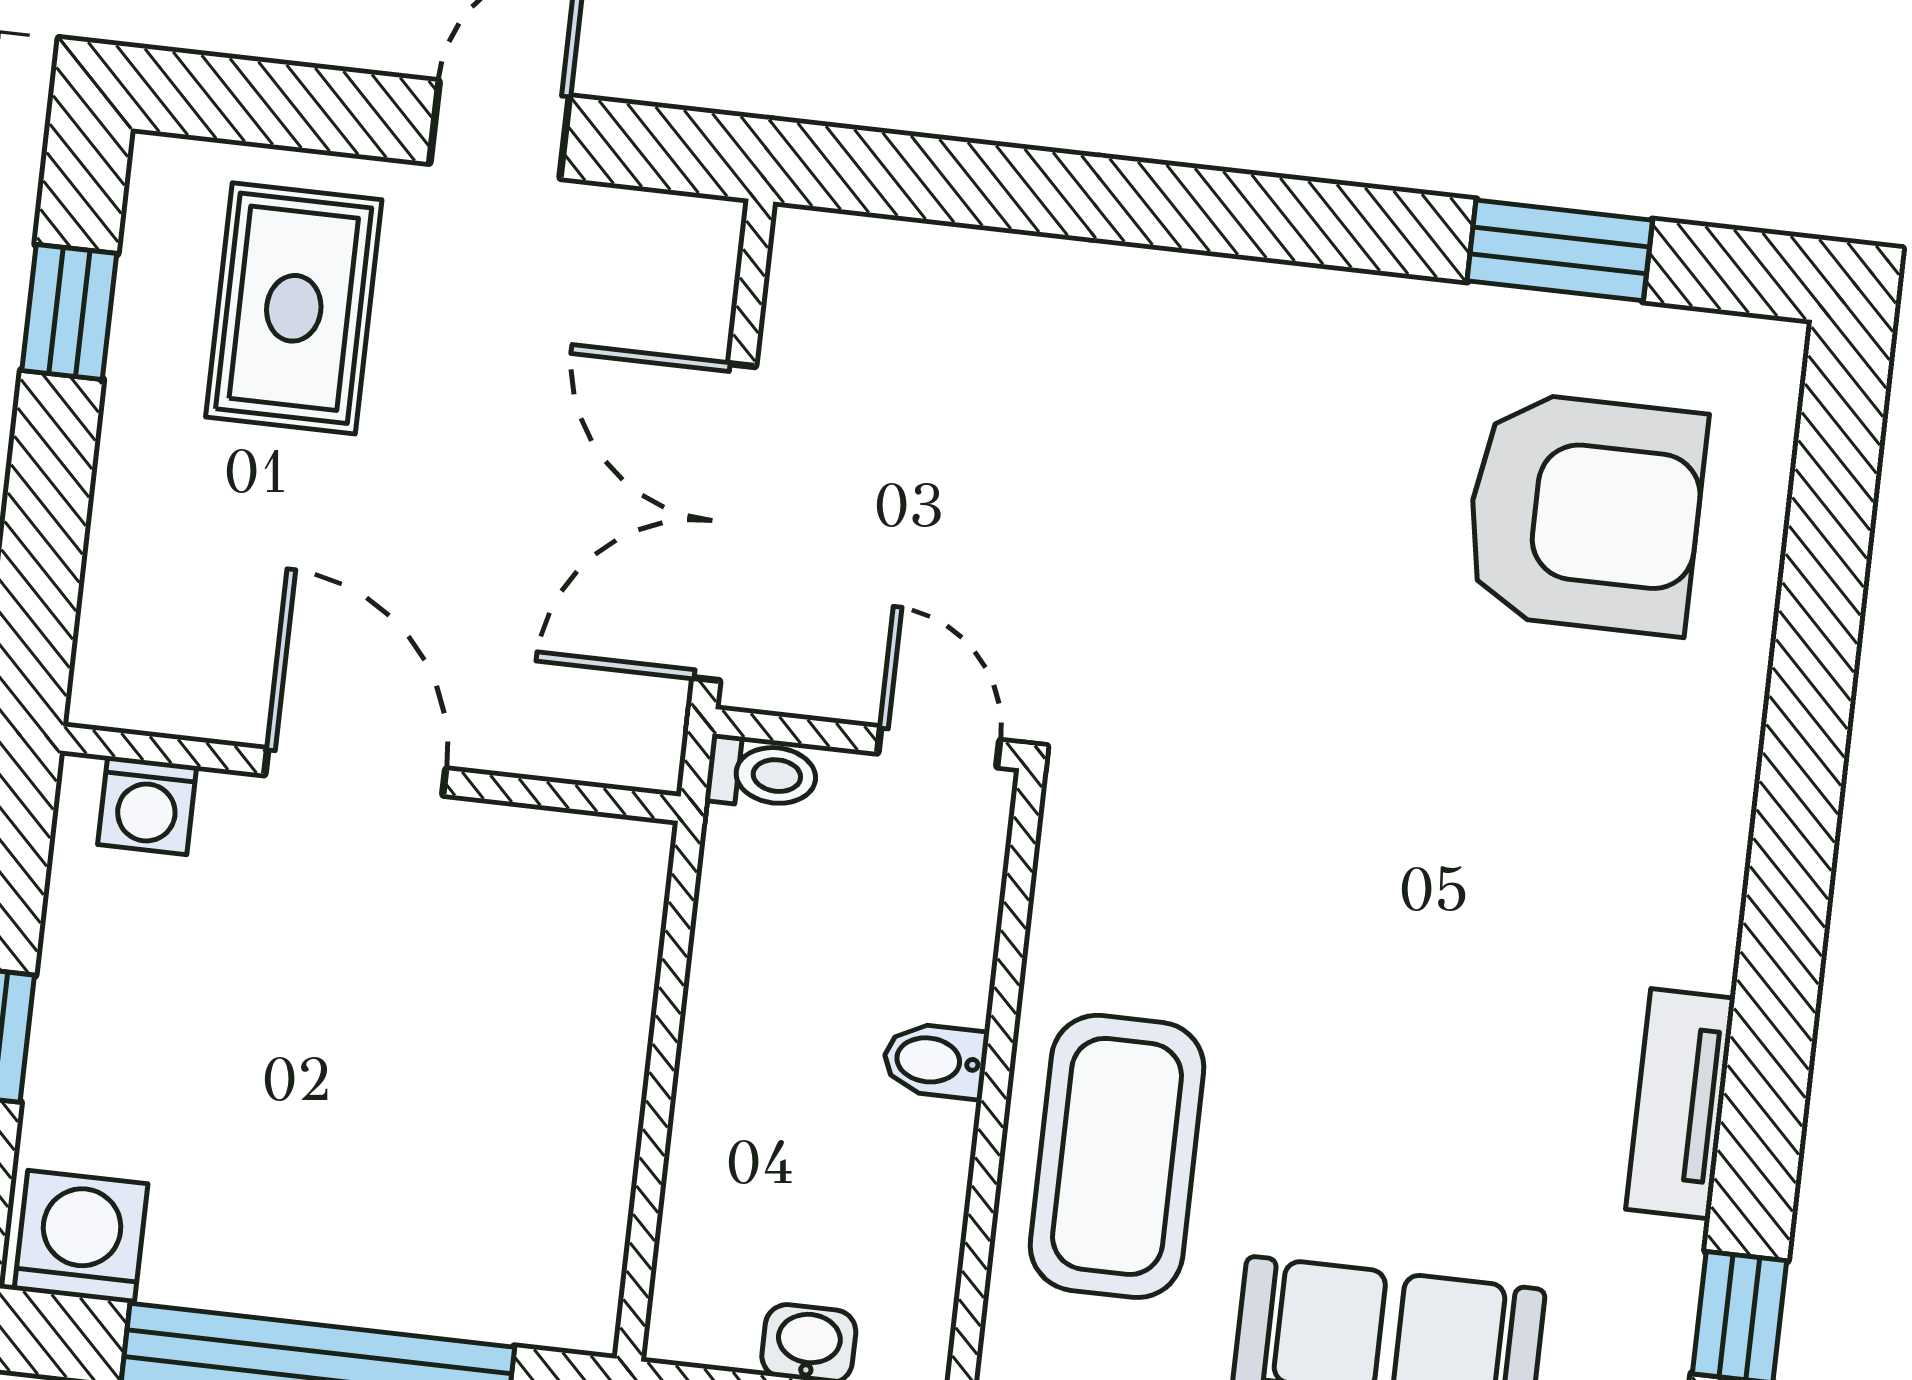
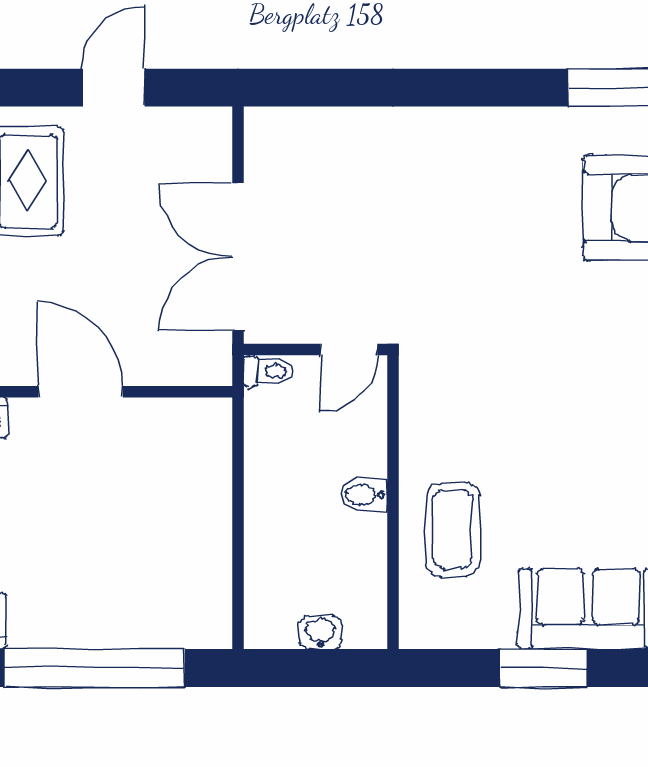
door: (939, 747) -> (349, 350), swing flipped
coffee table: (1117, 1156) -> (453, 529), width x0.73, depth x0.76

